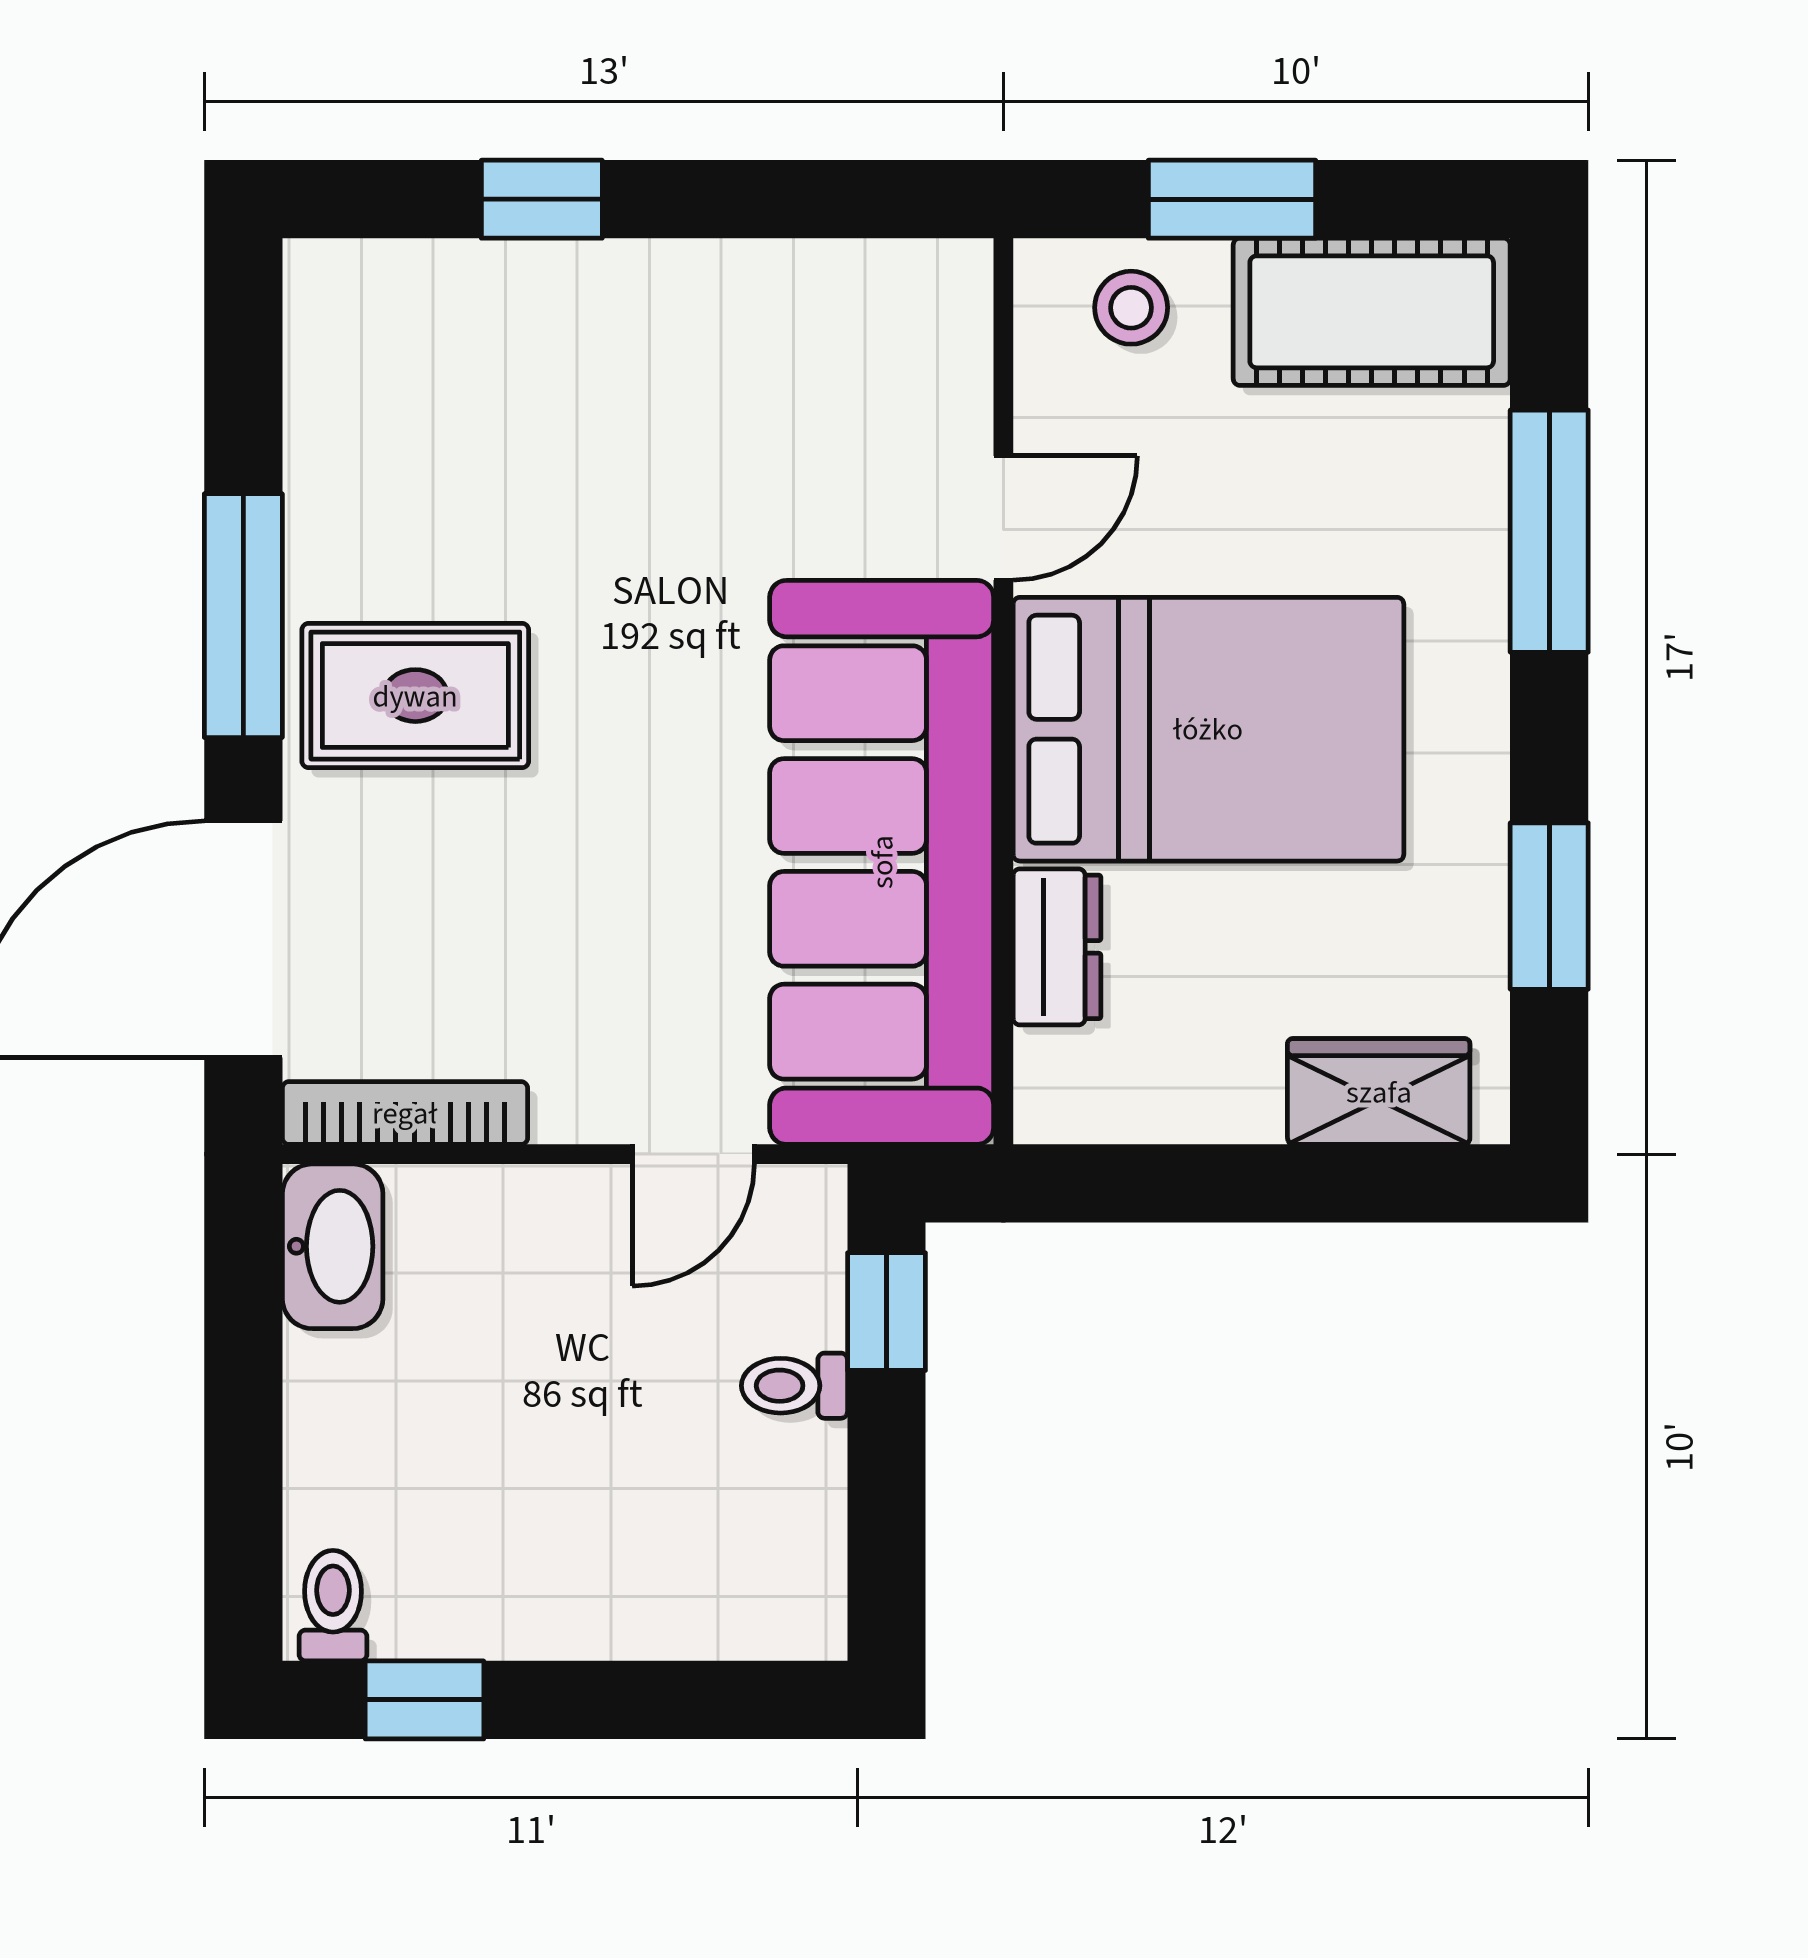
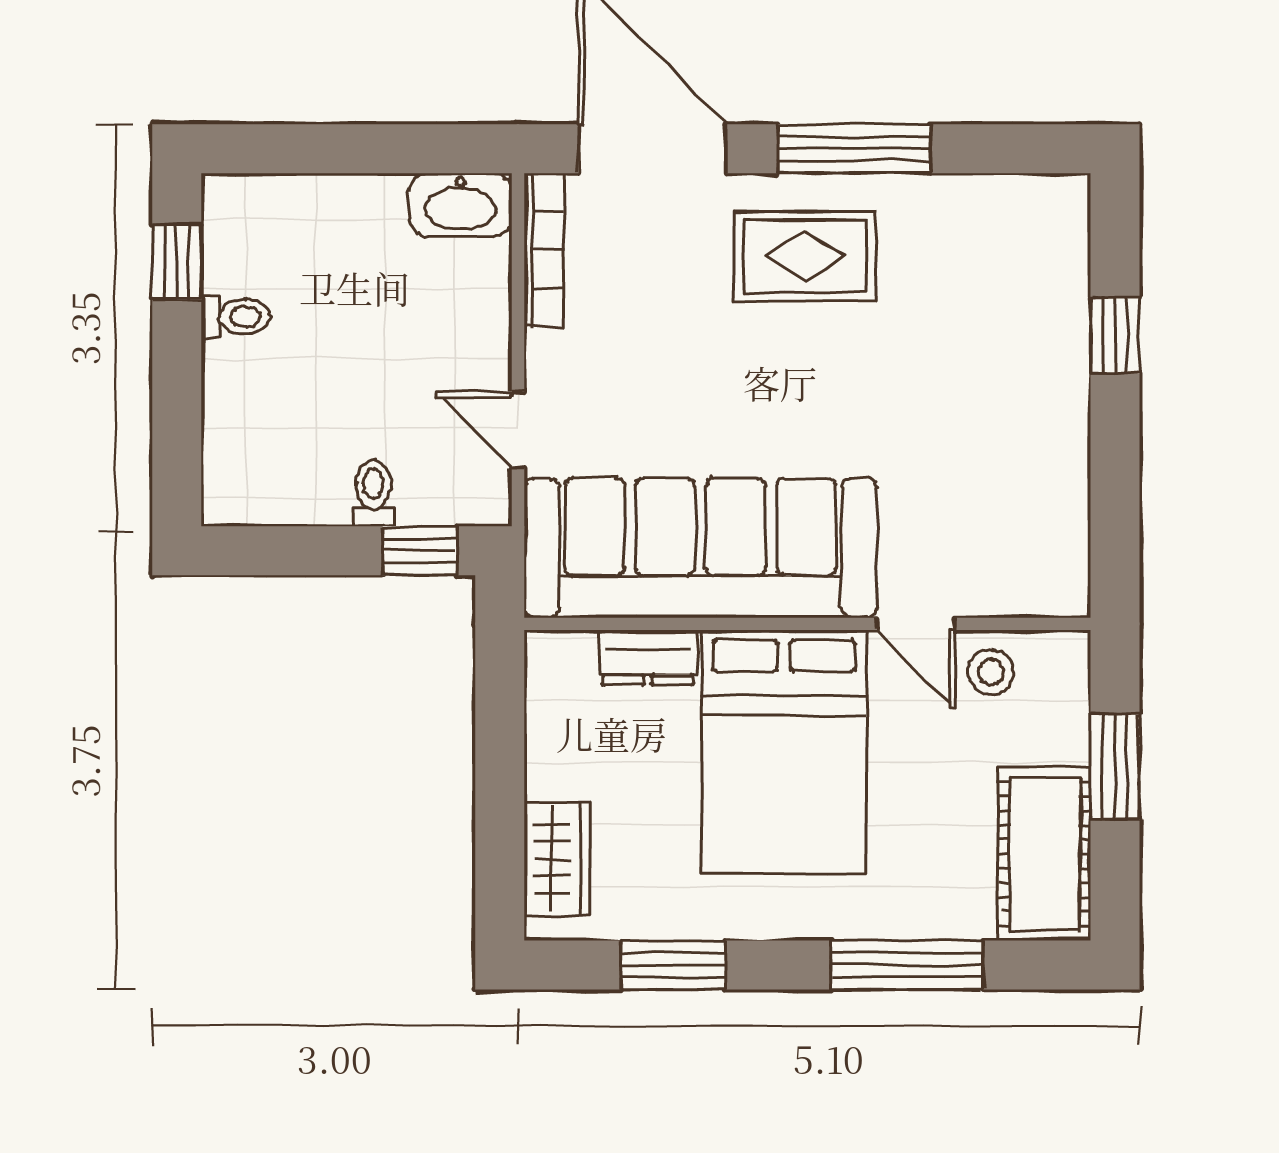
stool: (1131, 308) -> (991, 672), moved
rug: (415, 696) -> (805, 256), turned 90
toilet: (333, 1606) -> (236, 317), moved

